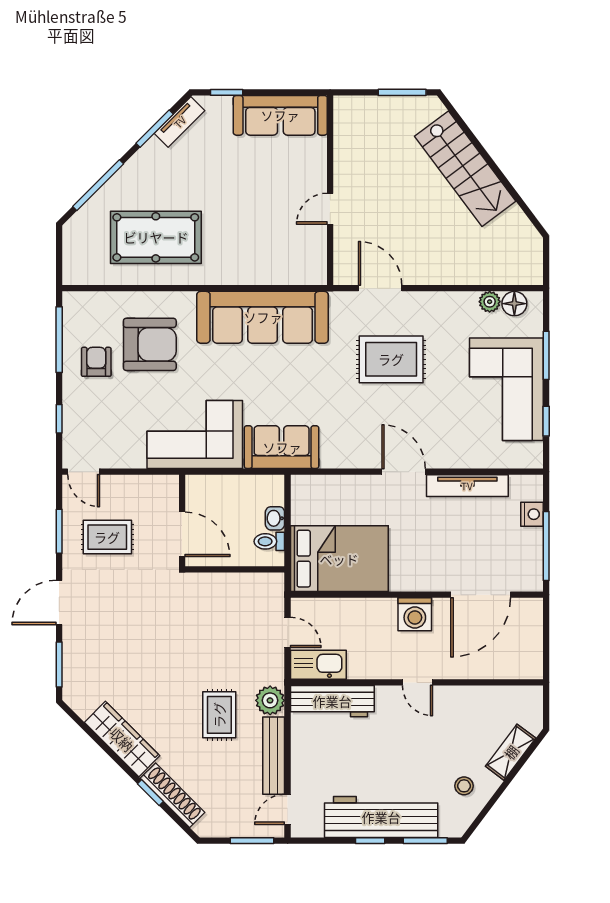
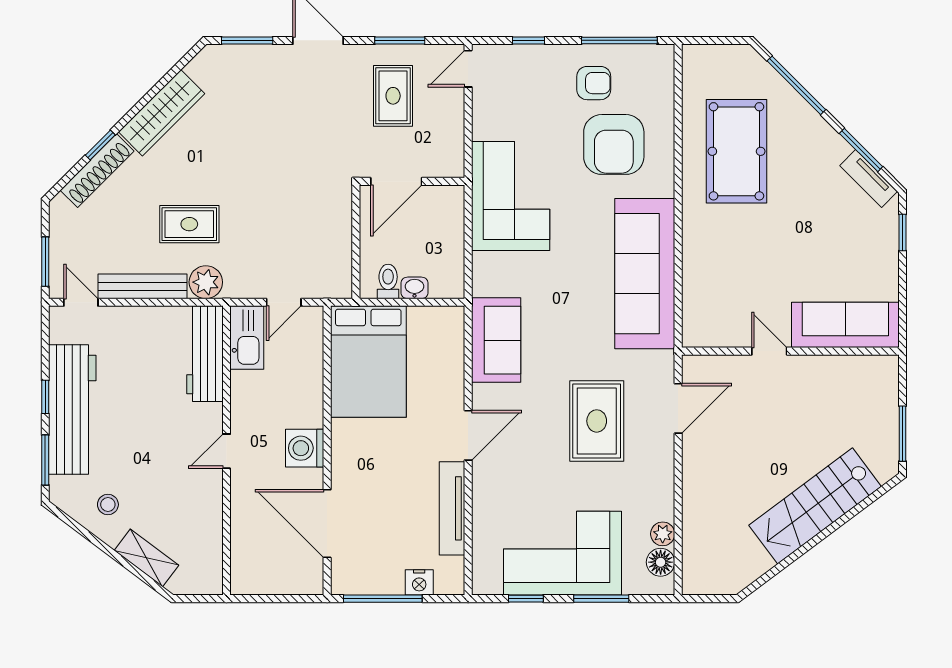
sofa: (280, 115) -> (845, 325), moved, turned 90
sofa: (282, 447) -> (496, 340), moved

